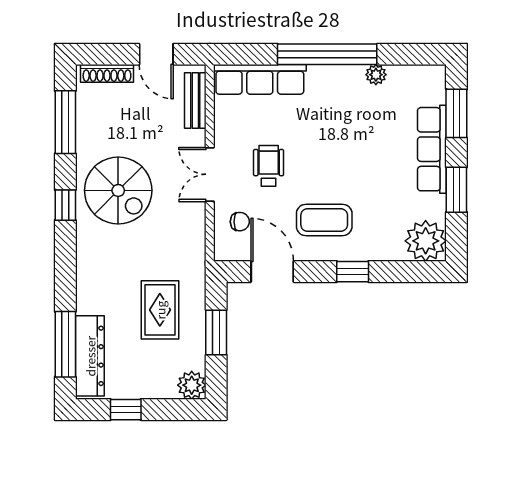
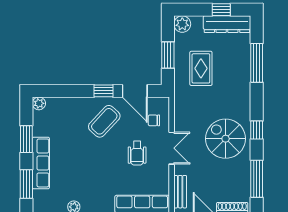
coffee table: (324, 220) -> (104, 121), turned -47
plant: (426, 241) -> (39, 103), width x0.53, depth x0.53
window: (353, 272) -> (103, 91), moved
window: (65, 344) -> (257, 63), moved
dresser: (90, 356) -> (227, 24), moved, turned -90

